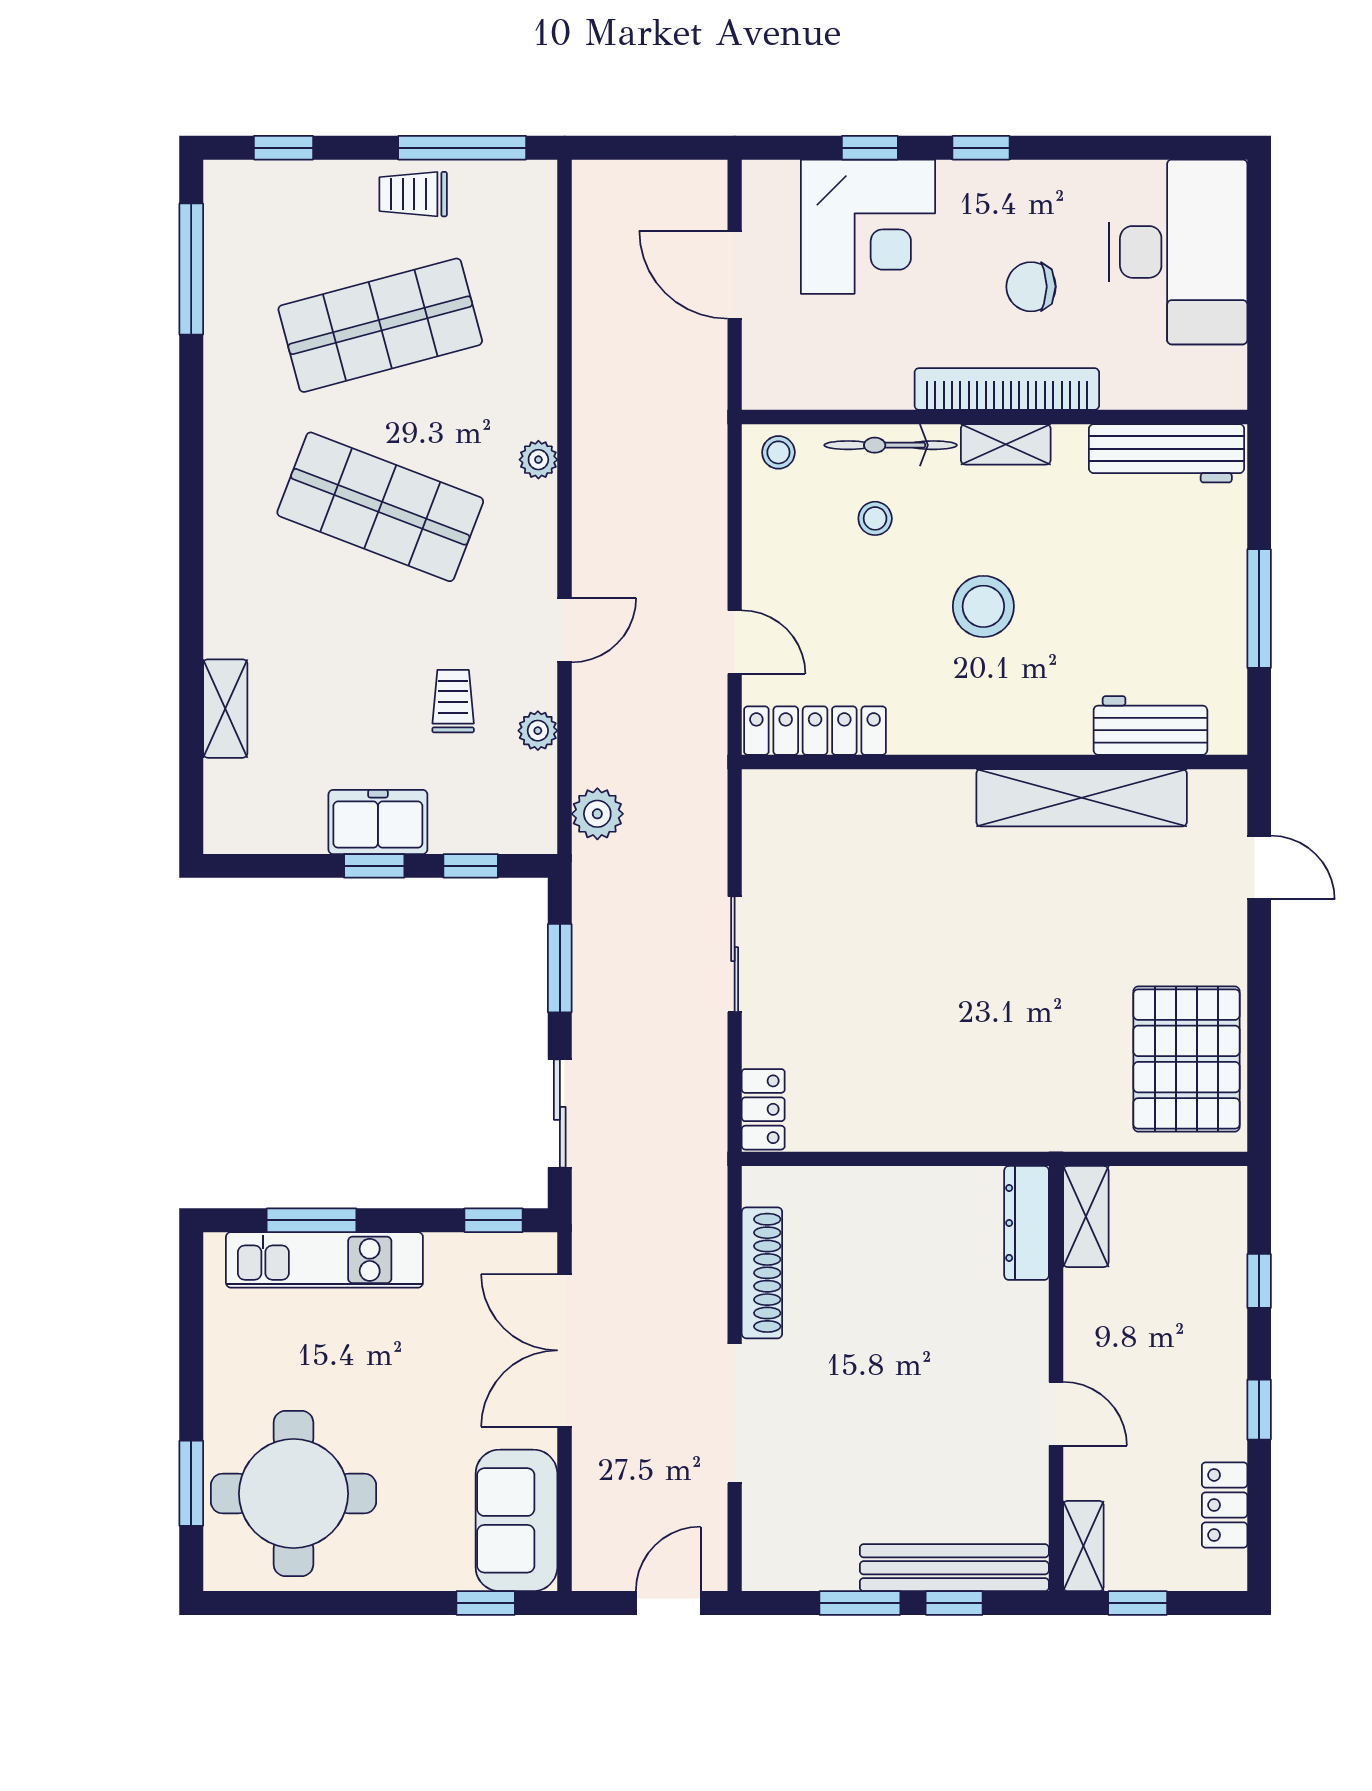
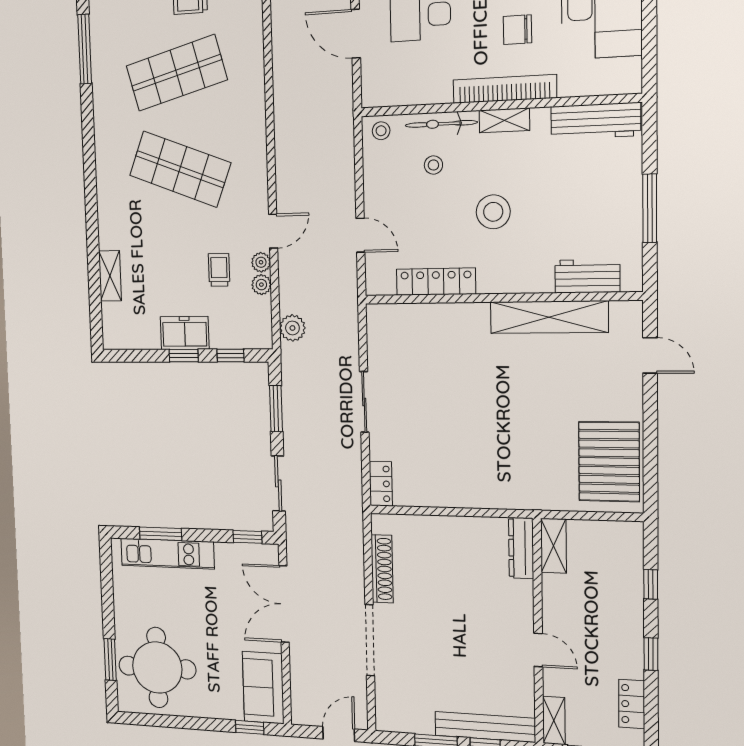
plant: (538, 460) -> (261, 262), moved
locker: (815, 731) -> (436, 282), moved

